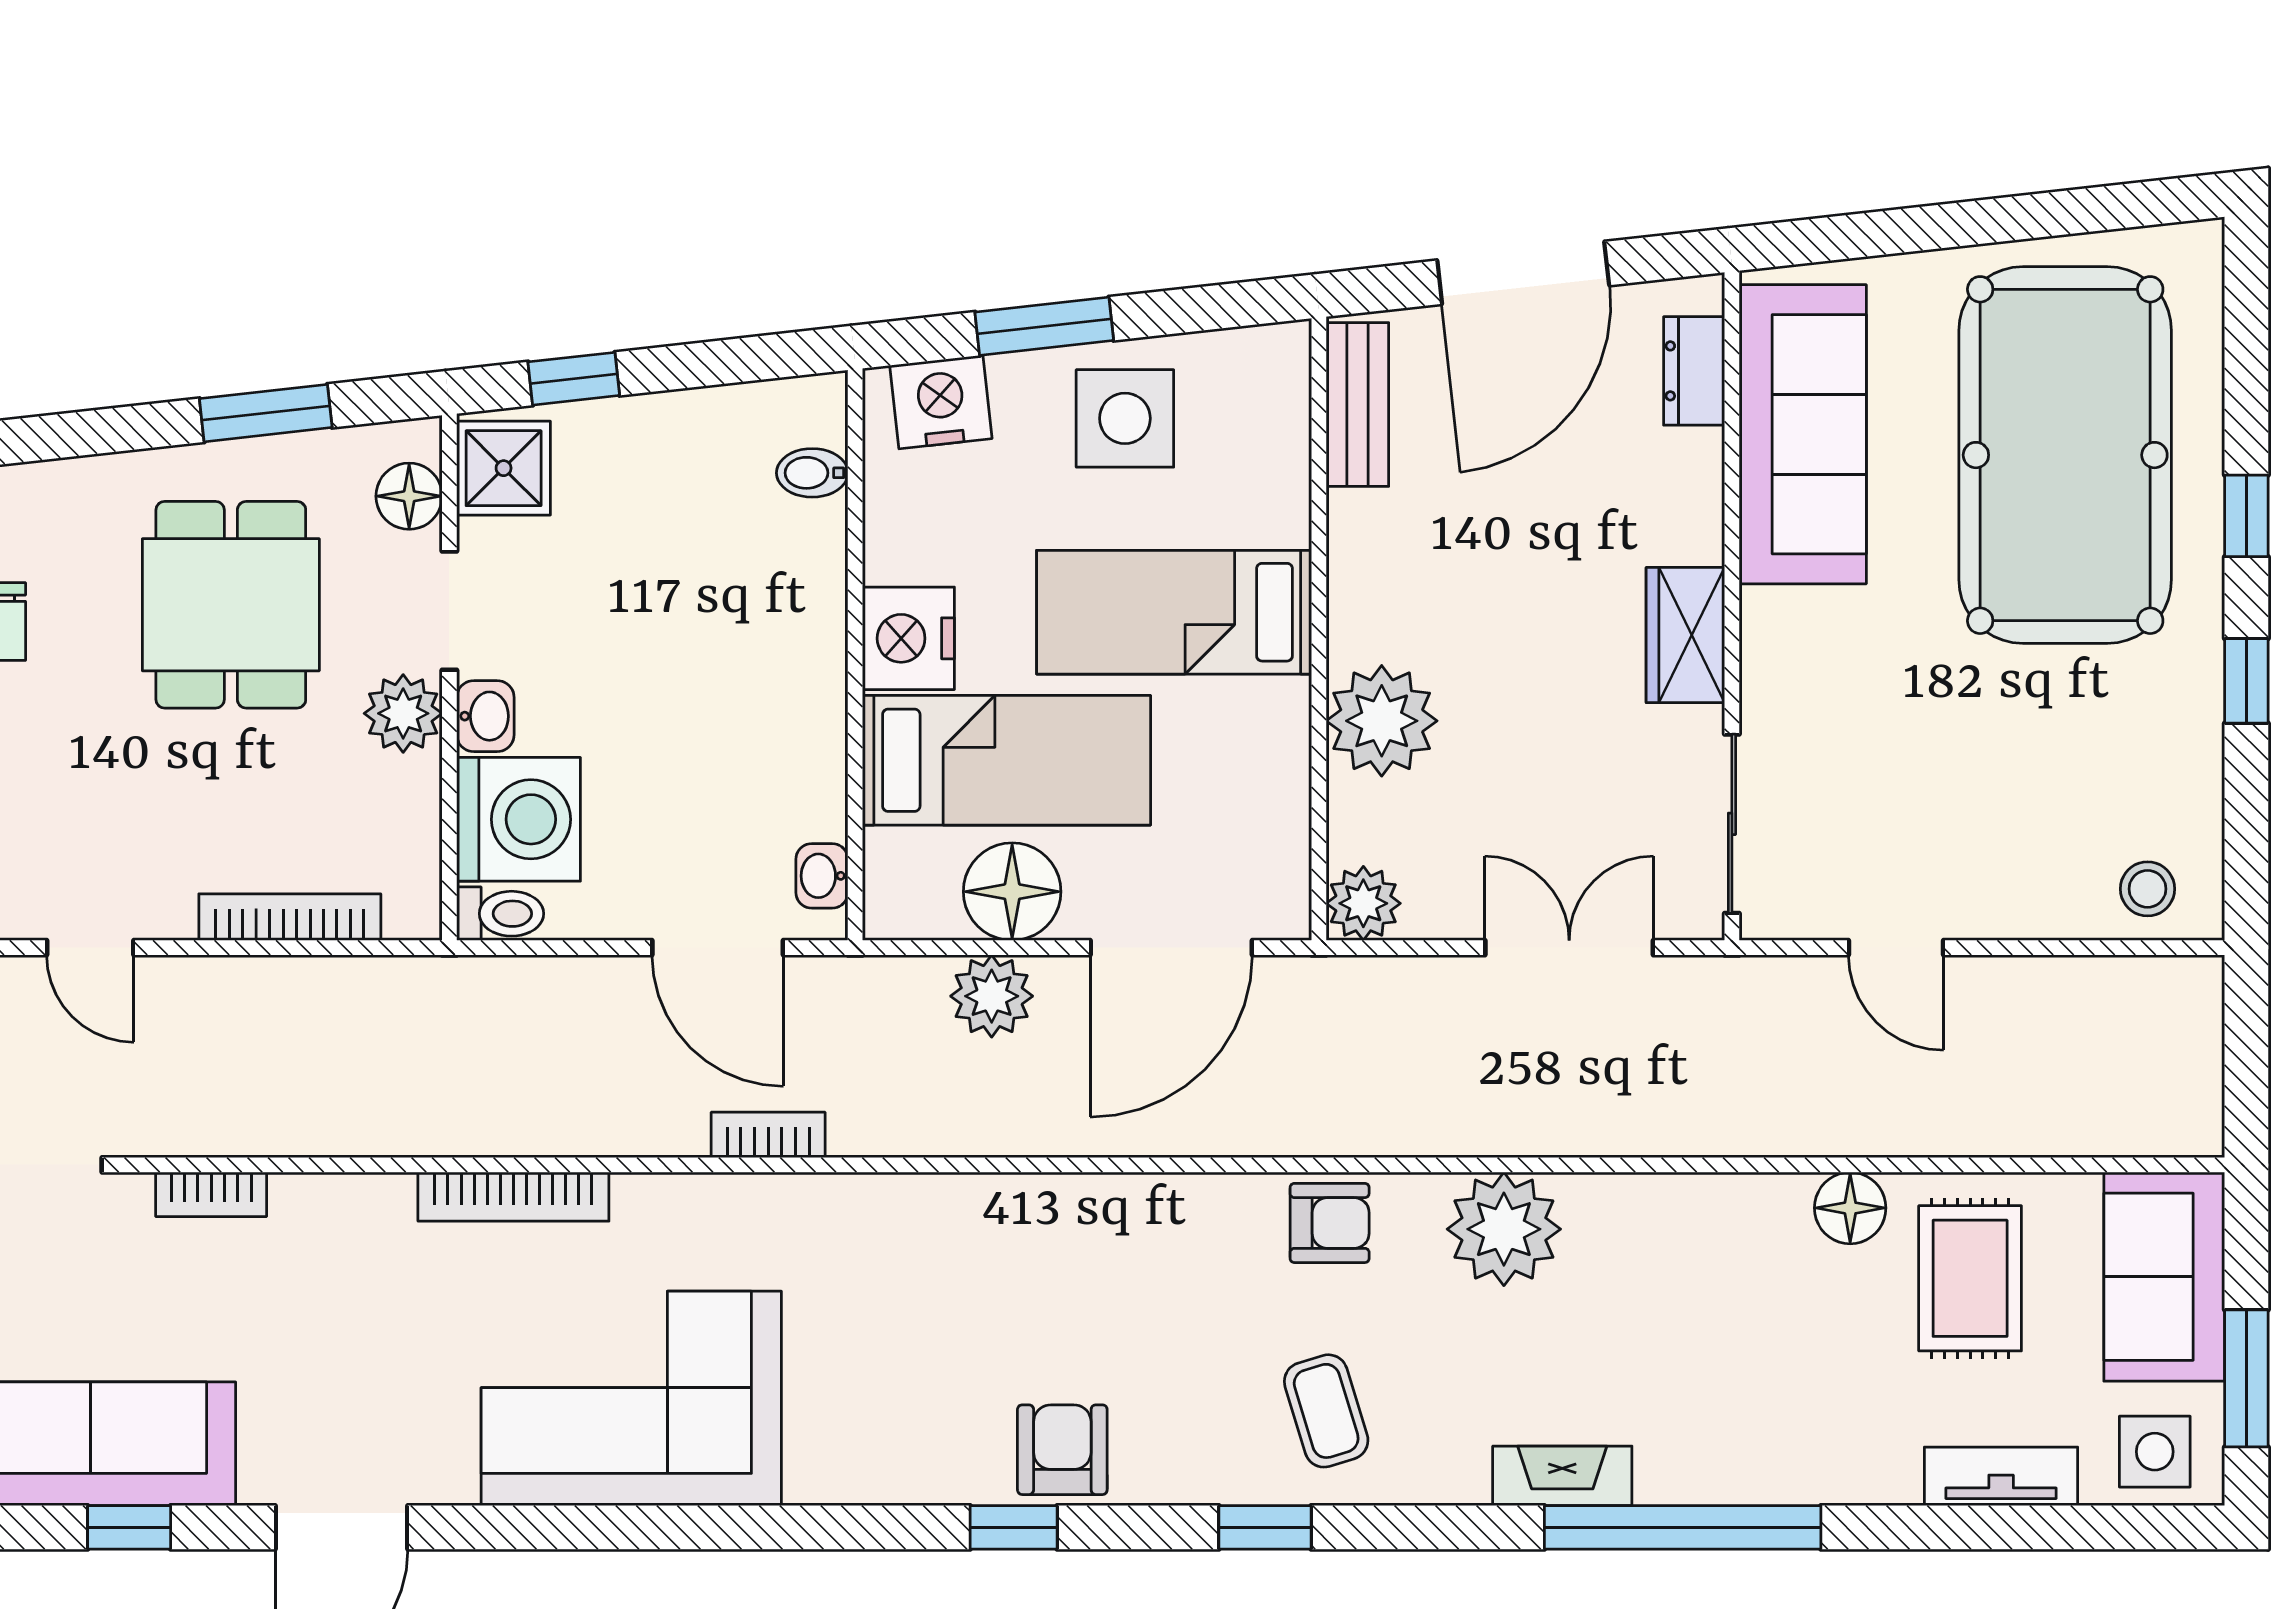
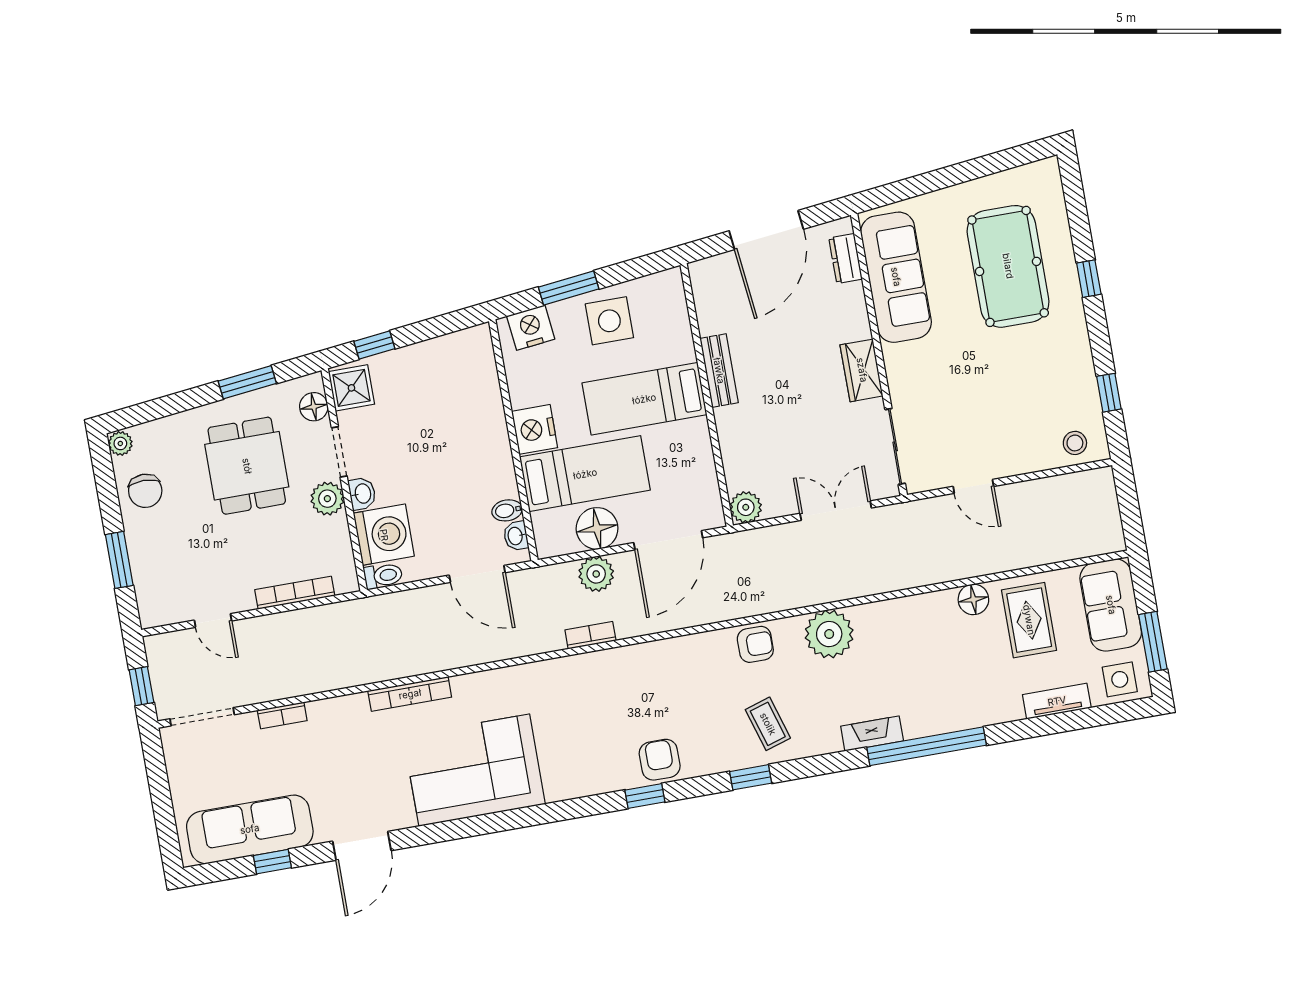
bench: (1357, 404) -> (719, 371), moved
pool table: (2065, 455) -> (1008, 266), width x0.73, depth x0.76
bidet: (812, 473) -> (507, 510), moved
window: (2246, 681) -> (1109, 393), moved
plant: (1382, 721) -> (740, 429), removed
bookcase: (768, 1135) -> (590, 635), moved

